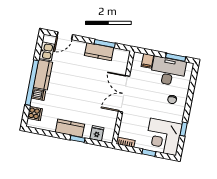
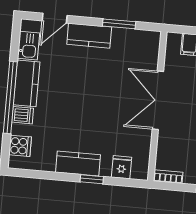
kitchen counter: (99, 52) -> (89, 36), moved

